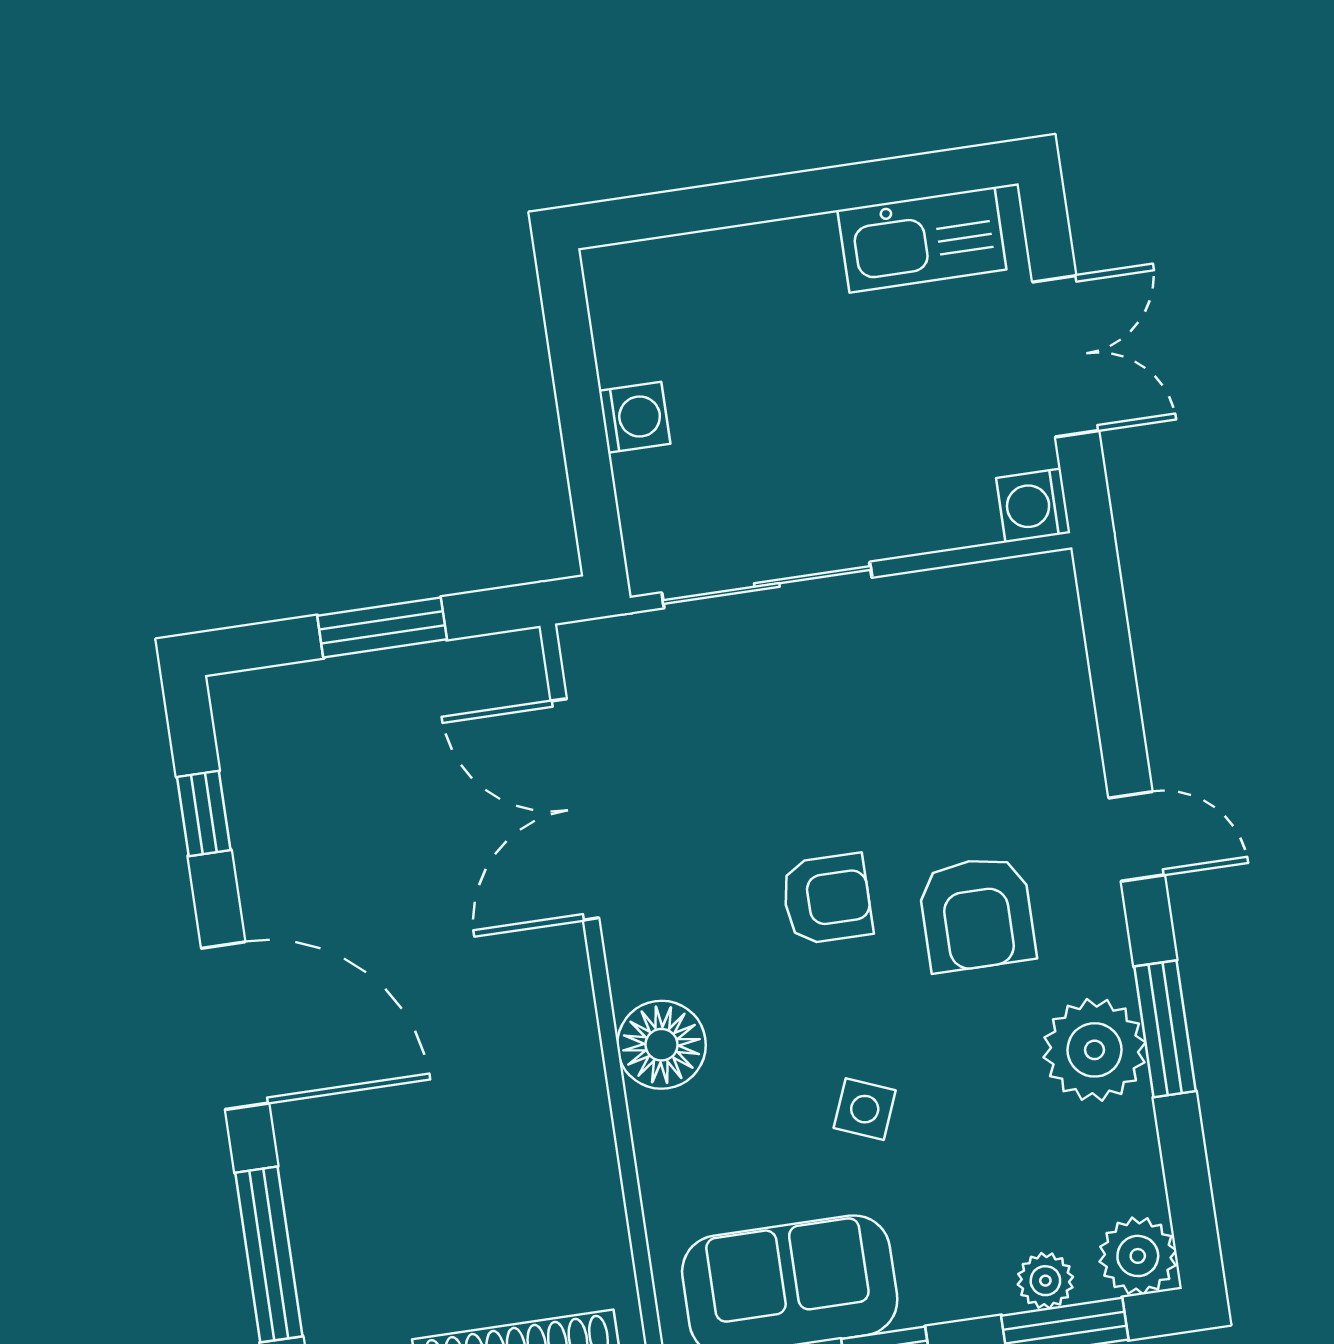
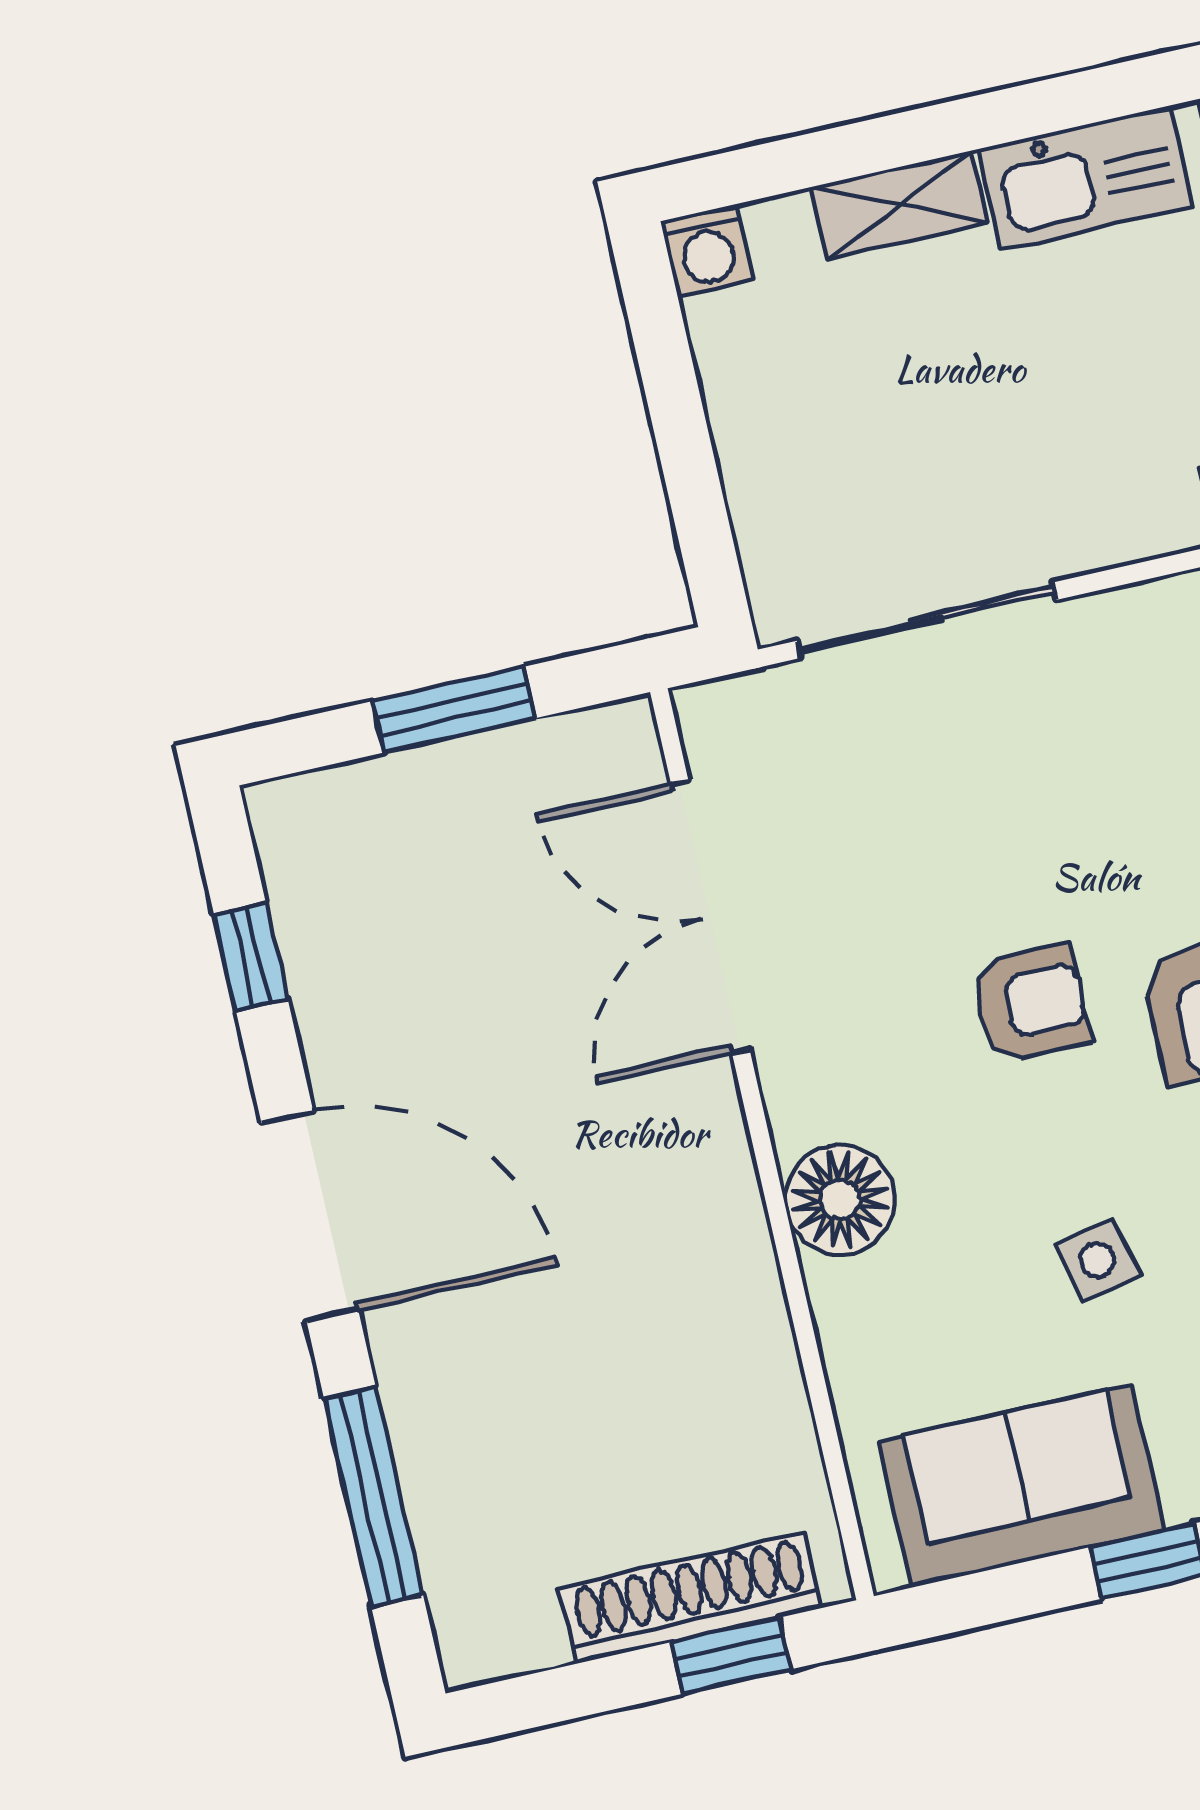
shelving: (771, 250) -> (899, 205), added
washing machine: (635, 417) -> (707, 251), moved, turned 90
side table: (865, 1109) -> (1098, 1260), turned -35

